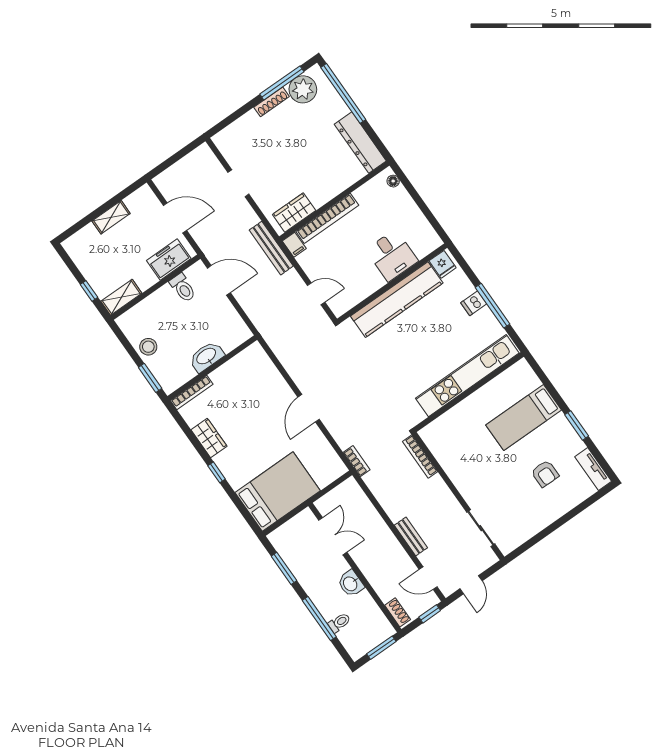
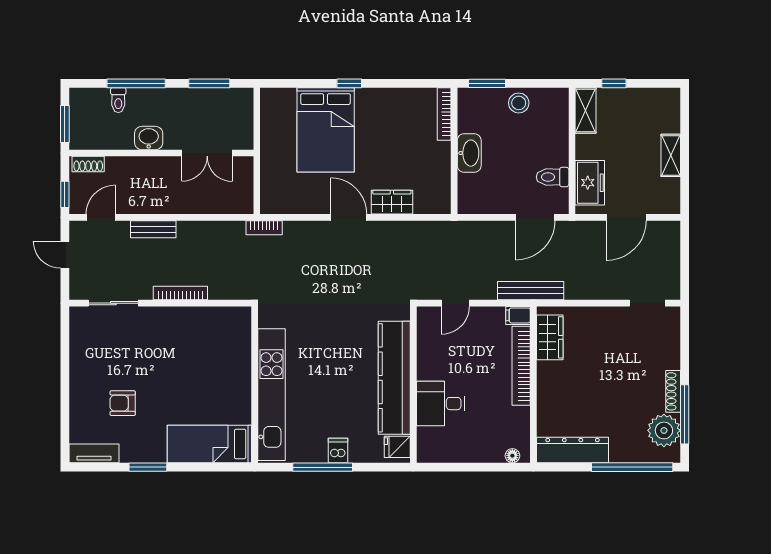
doorway: (238, 183) -> (647, 303), moved
bed: (524, 417) -> (209, 444), moved, turned -90
wardrobe: (209, 438) -> (392, 202), moved, turned 180
bookcase: (420, 456) -> (180, 293), moved
bed: (278, 492) -> (326, 130), moved

